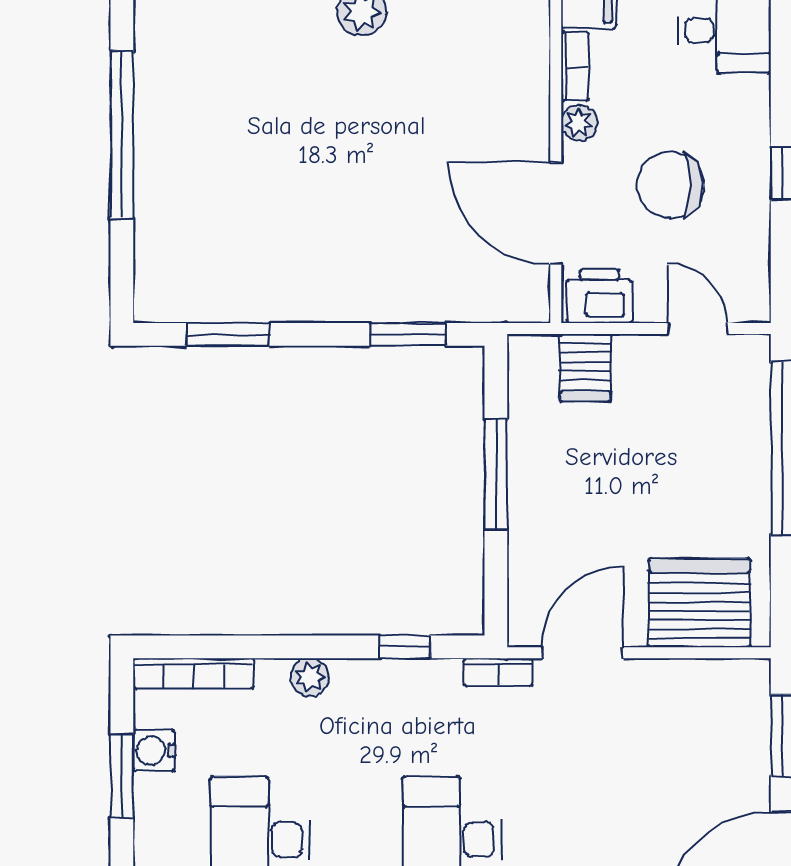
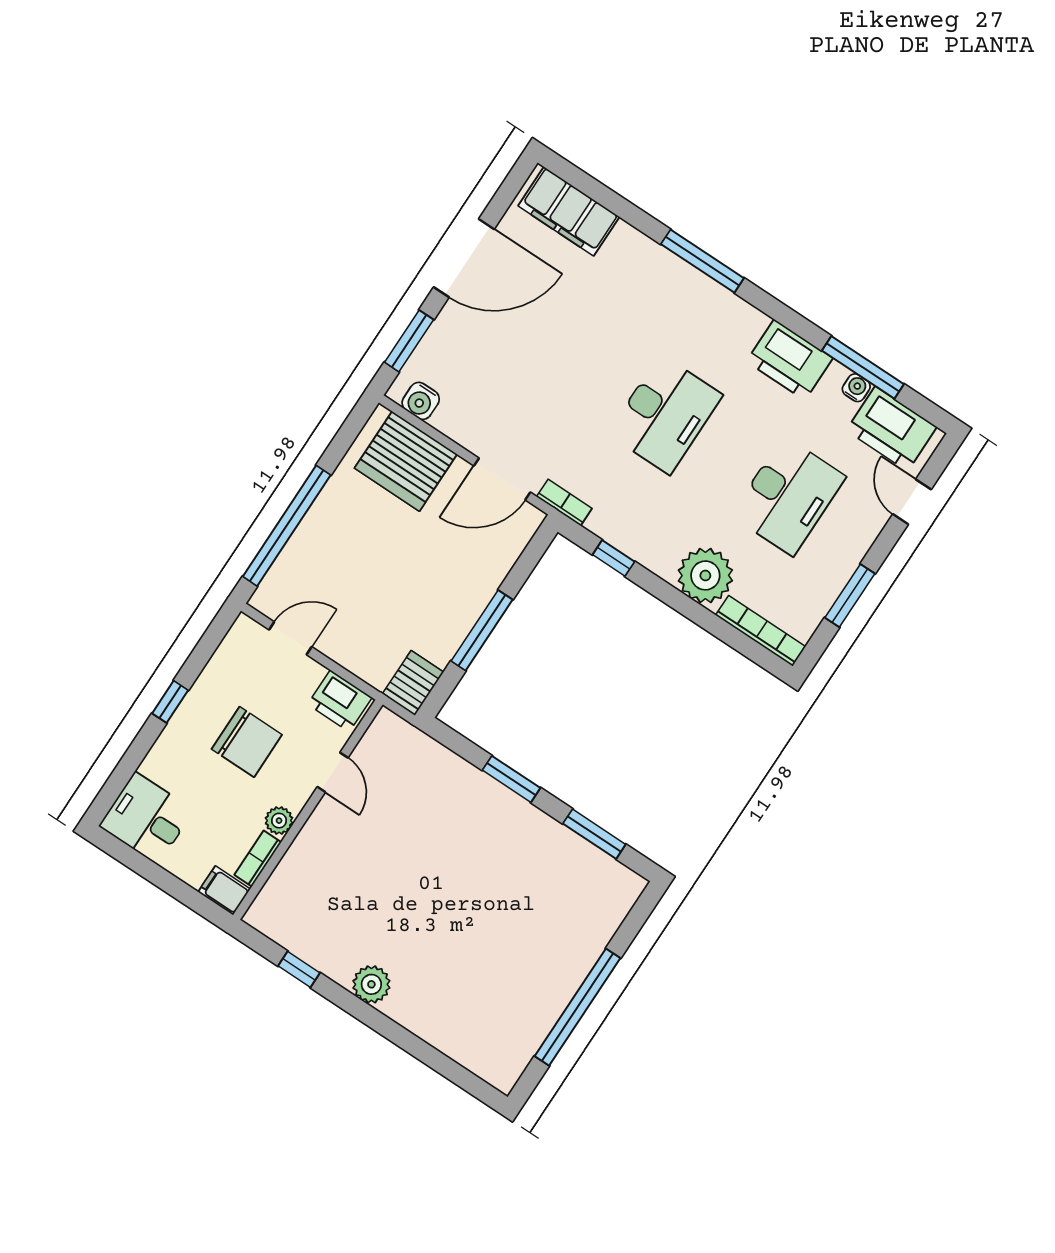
door: (556, 213) -> (333, 772), width x0.53
door: (698, 328) -> (290, 638), swing flipped
window: (408, 334) -> (511, 779), moved
server rack: (585, 368) -> (413, 683), moved
plant: (310, 677) -> (705, 575), width x1.88, depth x1.88
water cooler: (154, 750) -> (421, 401), moved, turned 90

